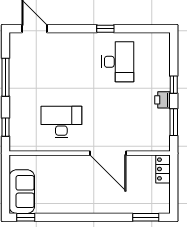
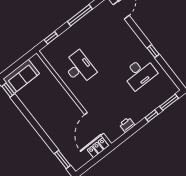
printer: (163, 100) -> (127, 125), moved
window: (174, 122) -> (169, 102), moved
door: (108, 153) -> (94, 124), moved

